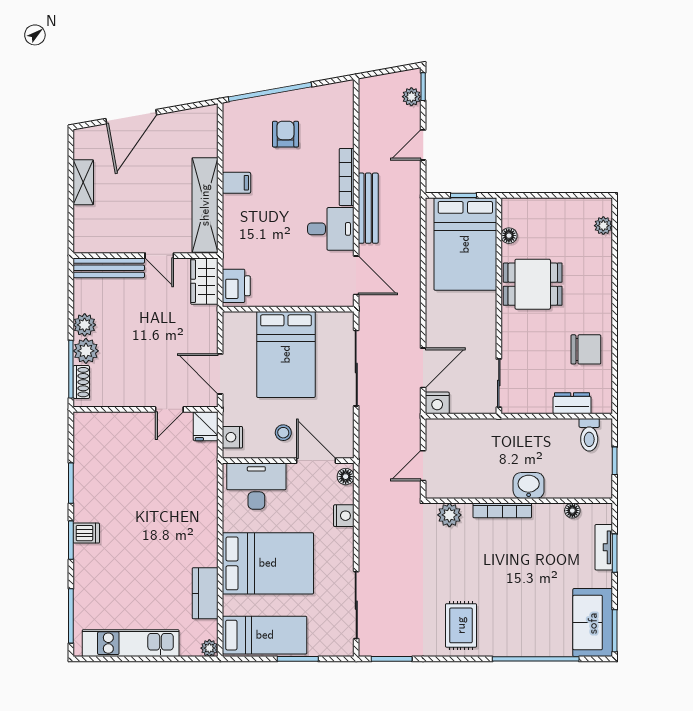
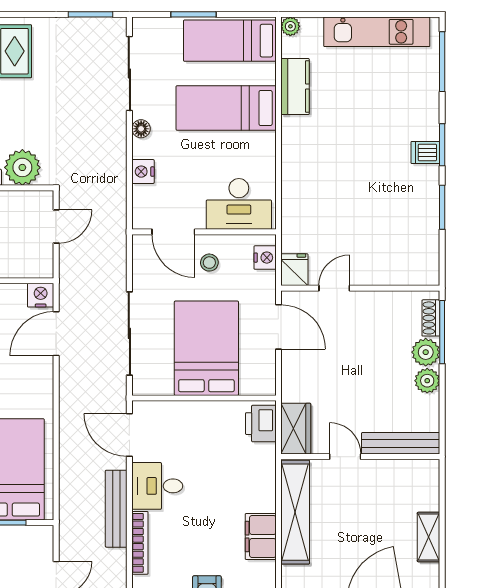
filing cabinet: (236, 183) -> (261, 537), width x2.00
floor lamp: (346, 477) -> (141, 129), moved
plant: (449, 515) -> (22, 167), width x1.36, depth x1.36
bed: (268, 563) -> (226, 108), width x0.67

